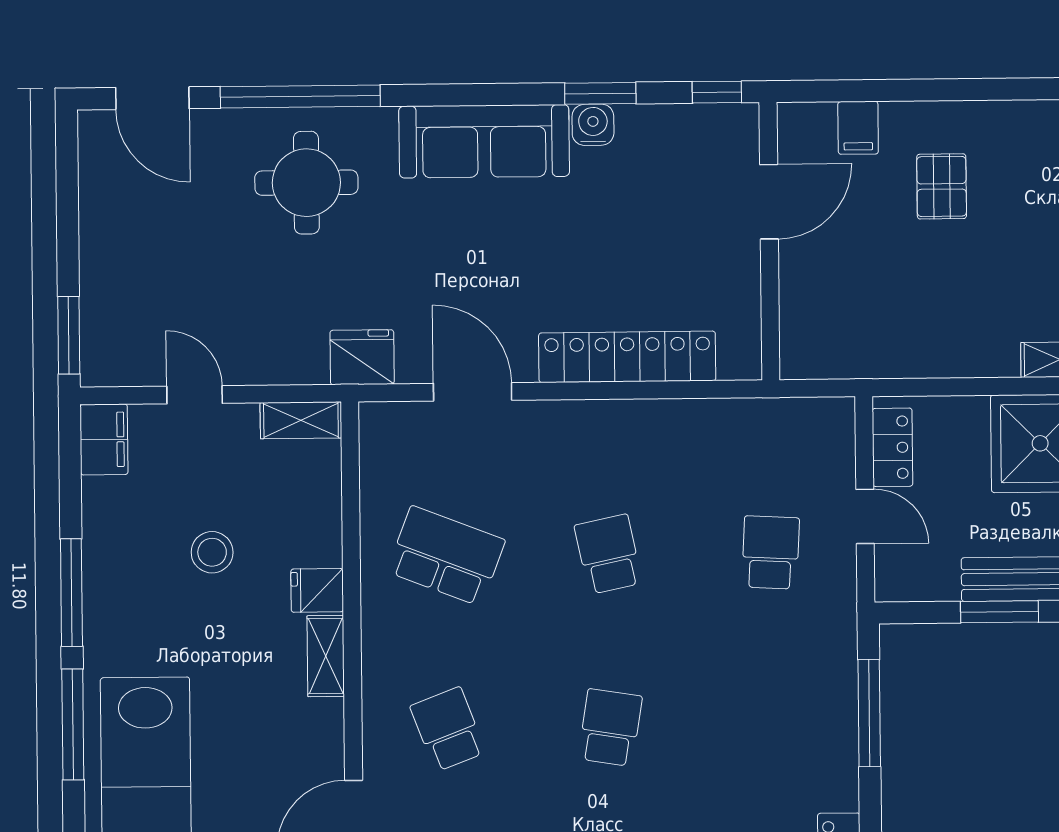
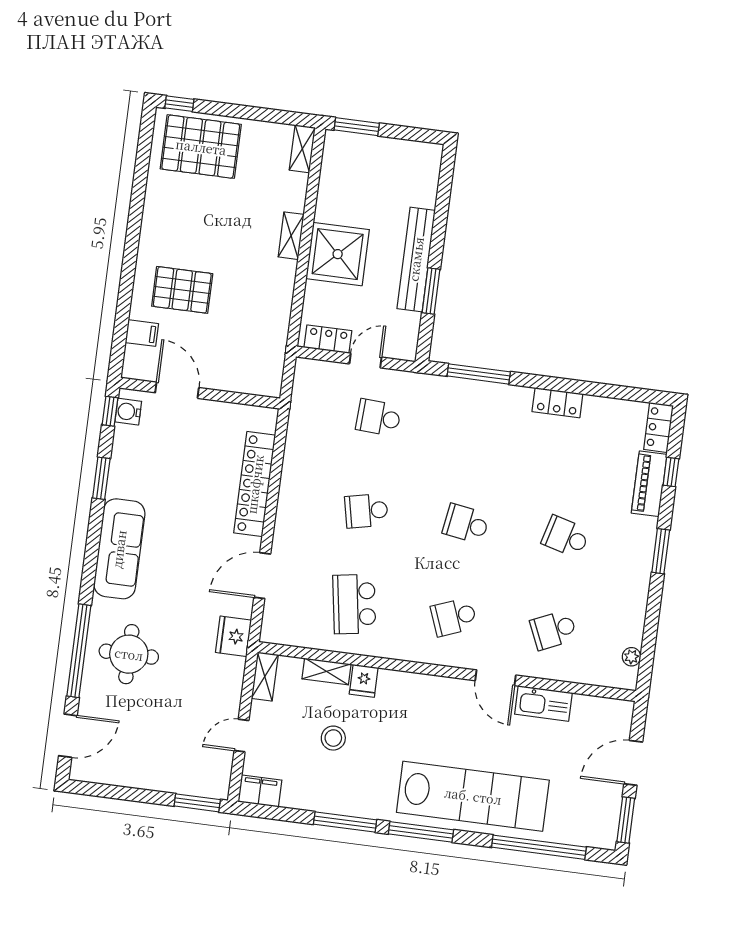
water cooler: (593, 125) -> (128, 412), moved
pallet: (942, 186) -> (182, 290), width x1.50, depth x1.42
school desk: (446, 556) -> (354, 604), turned -30
shelving: (326, 656) -> (326, 671), moved

